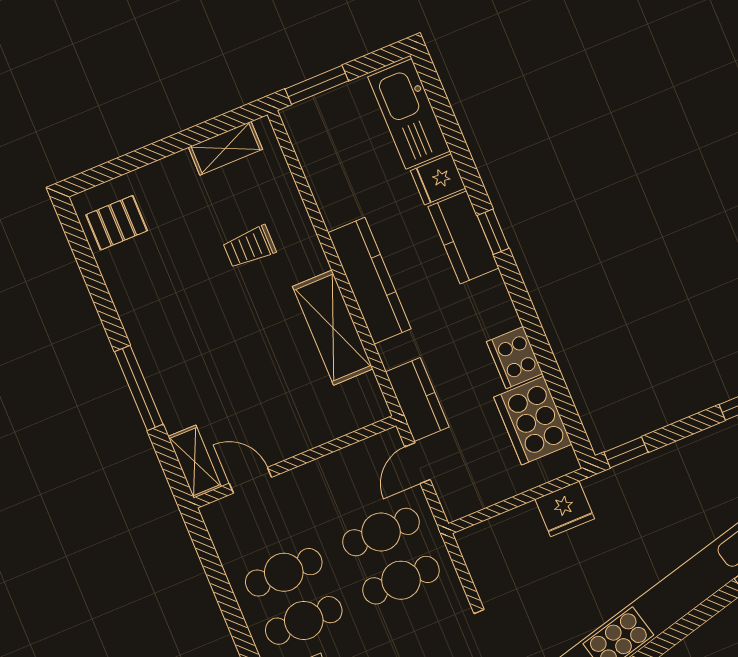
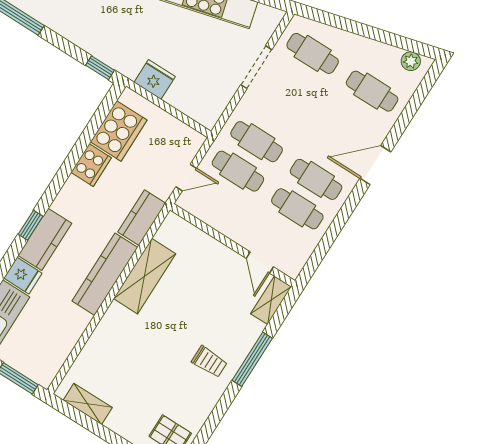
trolley: (249, 247) -> (209, 362), moved
kitchen counter: (417, 400) -> (142, 218), moved

